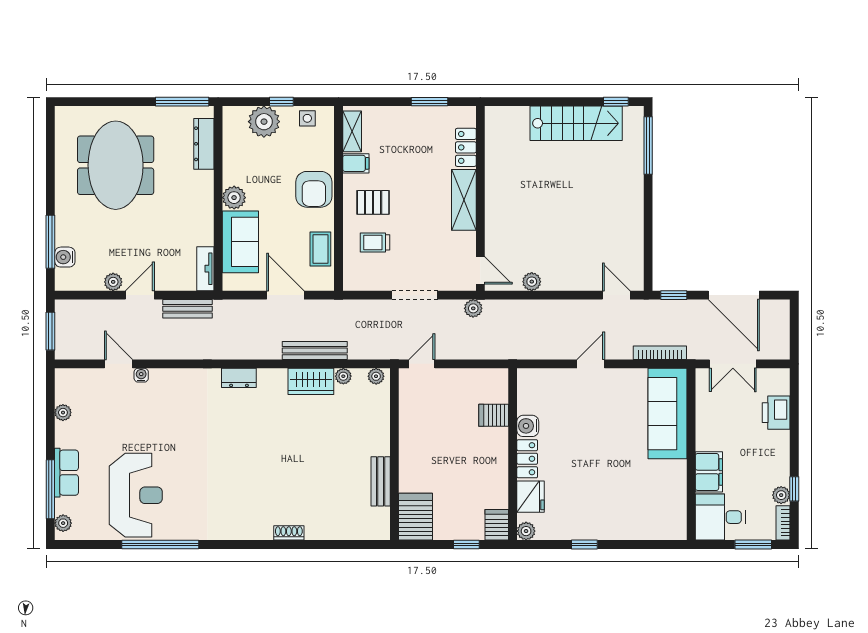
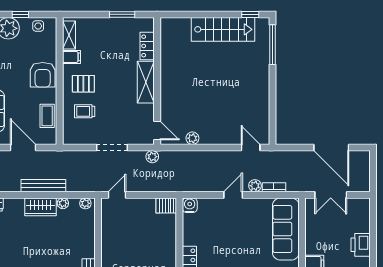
window: (674, 295) -> (290, 148), removed
plant: (623, 351) -> (255, 186), added
bookcase: (660, 353) -> (274, 187), width x0.64
printer: (776, 413) -> (361, 245), moved
server rack: (494, 415) -> (166, 205), moved
water cooler: (528, 426) -> (190, 205), moved, turned 90

